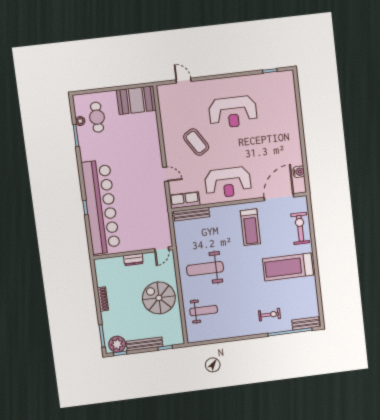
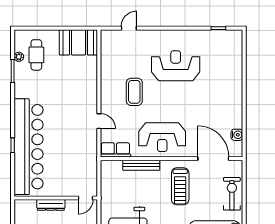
door: (184, 81) -> (129, 28), hinge flipped
reception desk: (233, 112) -> (176, 66), turned 180
coffee table: (196, 142) -> (134, 92), turned 32
door: (279, 197) -> (213, 159), hinge flipped
bench: (192, 214) -> (141, 165), moved
dresser: (133, 260) -> (51, 205), width x1.44

